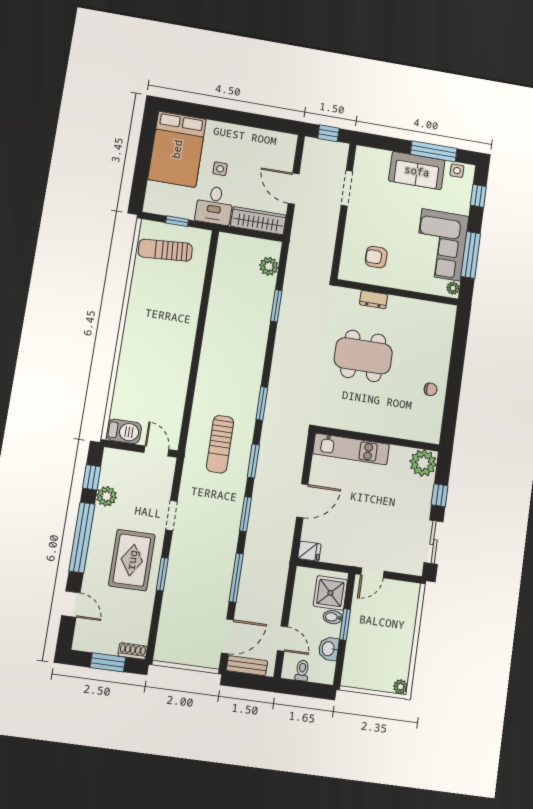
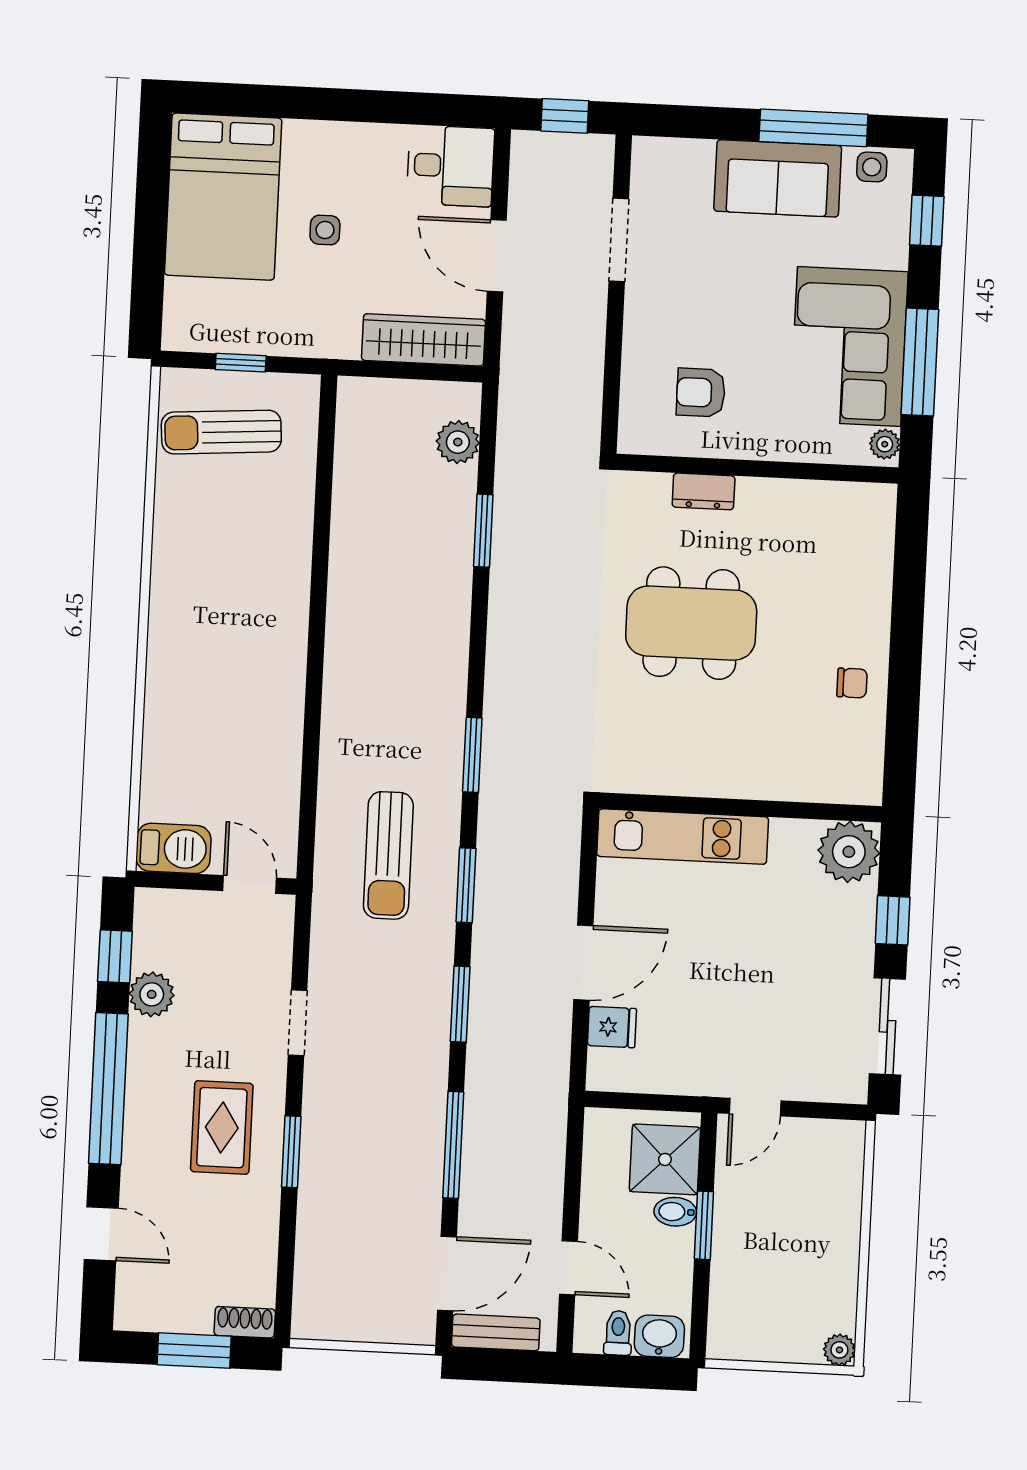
desk: (214, 205) -> (450, 166), moved, turned -90
fridge: (309, 551) -> (612, 1027), moved
rug: (132, 560) -> (222, 1128), width x0.73, depth x0.70
washbasin: (329, 649) -> (659, 1336), moved, turned 90

